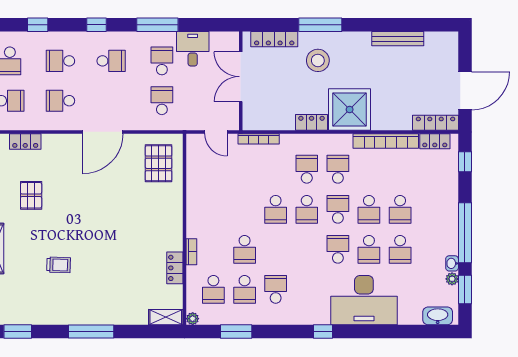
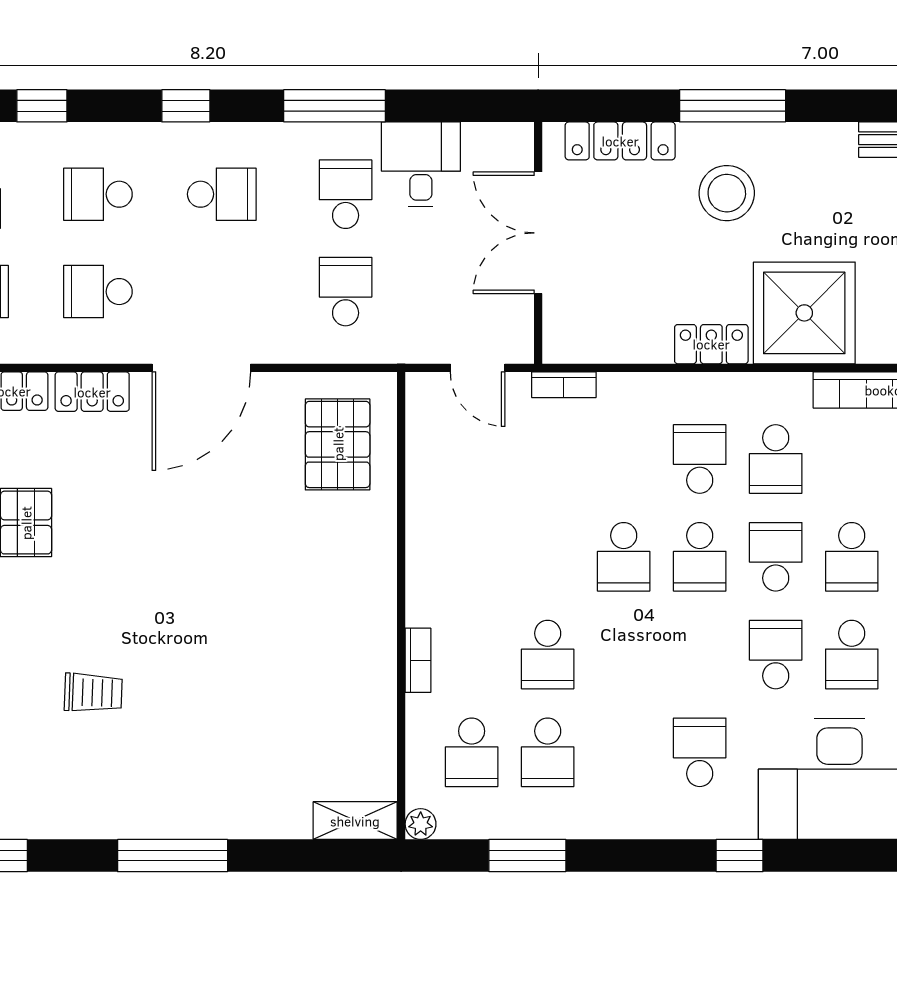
bookcase: (259, 139) -> (564, 385), width x0.64
school desk: (338, 169) -> (776, 459), turned 180
locker: (175, 268) -> (92, 392), moved, turned -90
school desk: (276, 289) -> (700, 752), moved

